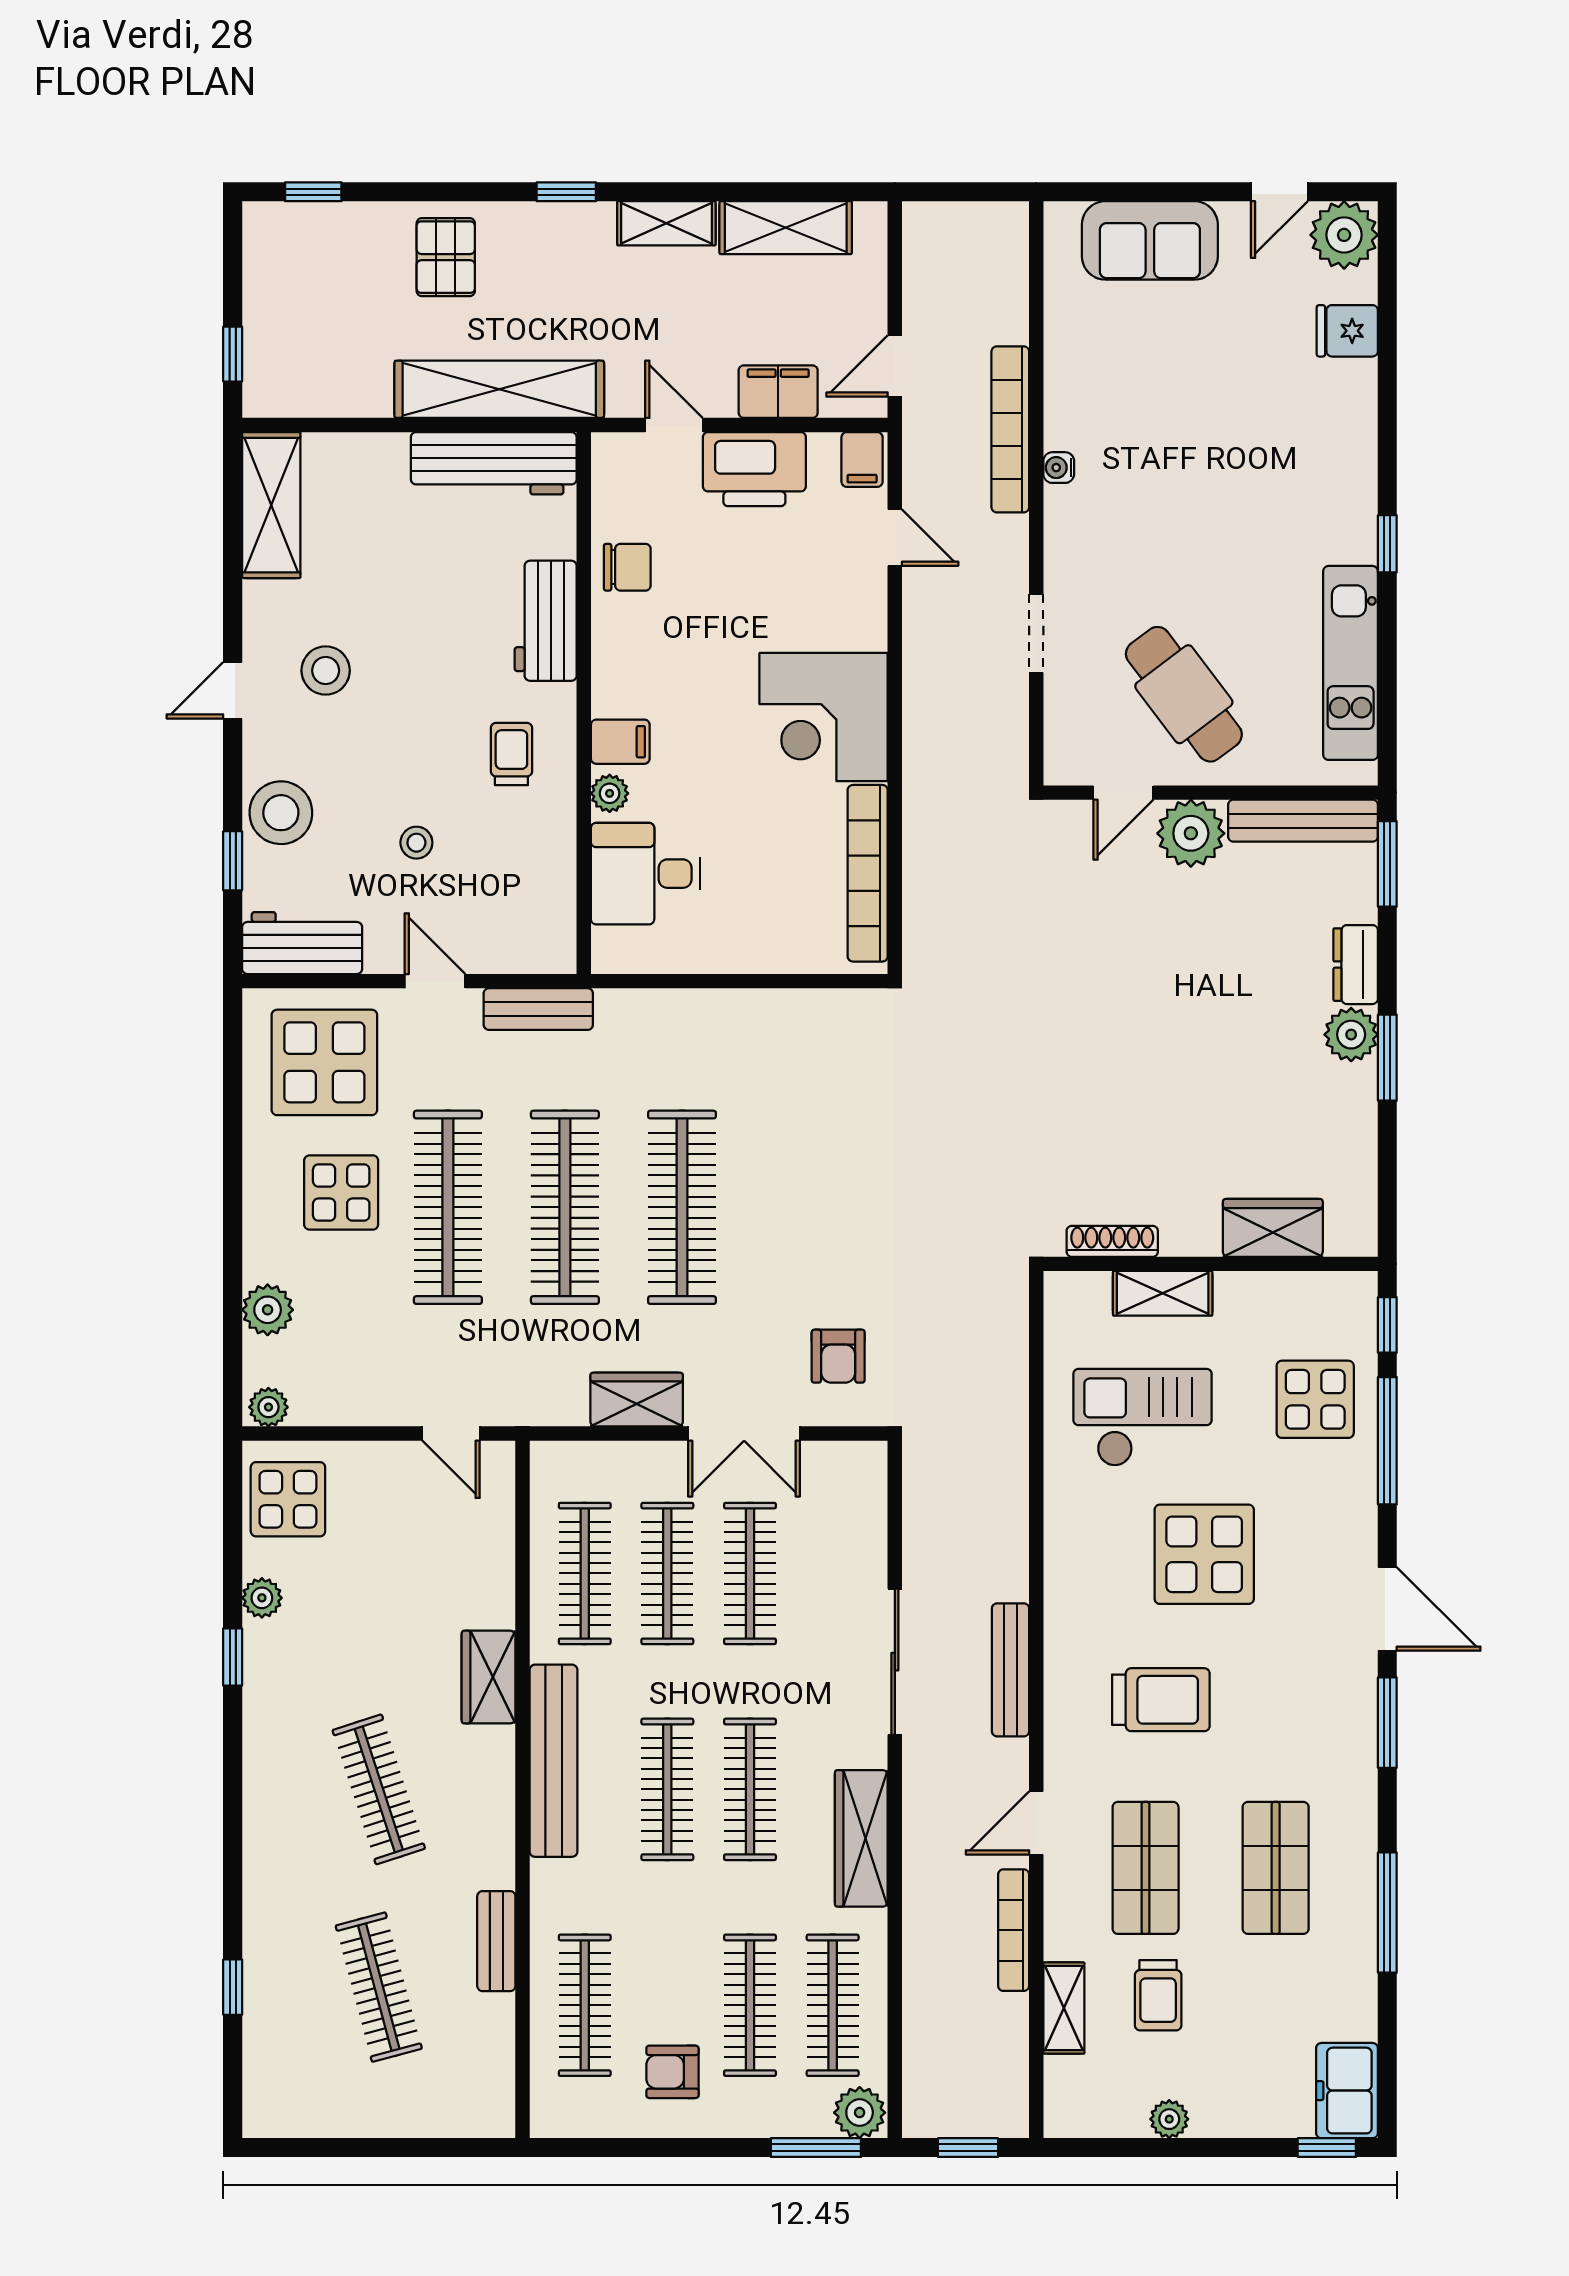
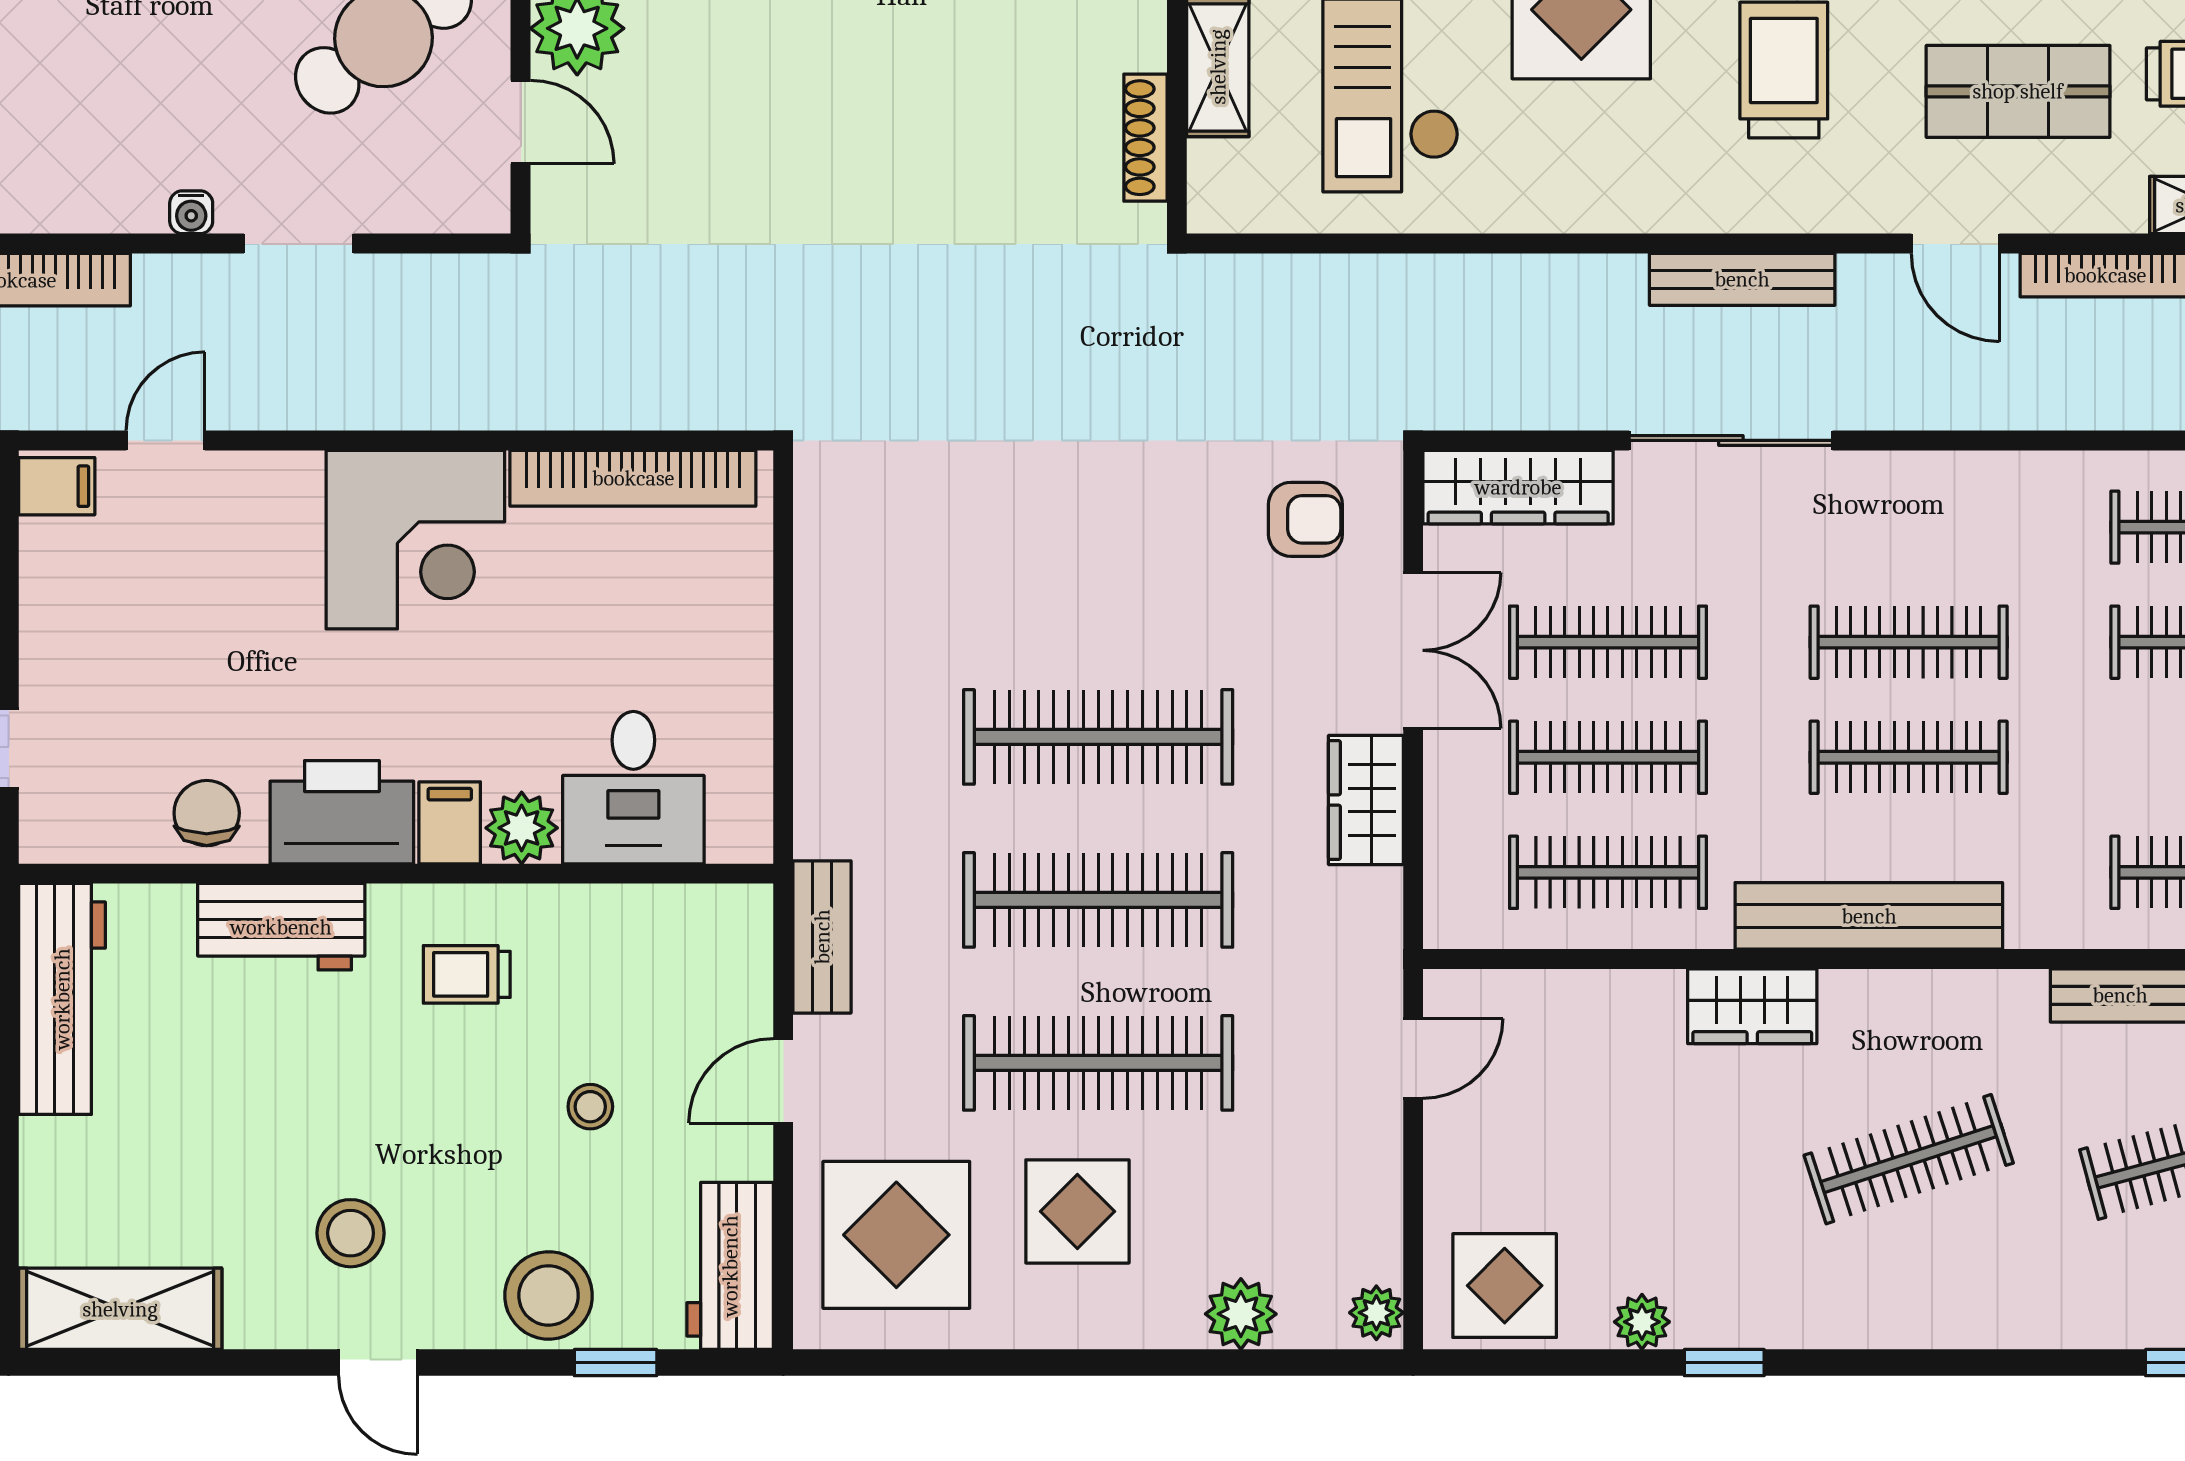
water cooler: (1059, 468) -> (191, 212), moved
printer: (754, 469) -> (342, 812), moved, turned -90
plant: (610, 793) -> (522, 828), width x1.38, depth x1.38
wardrobe: (861, 1838) -> (1518, 487), moved

